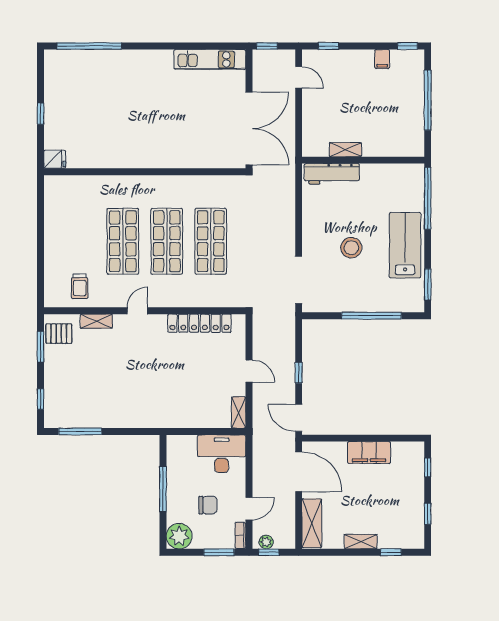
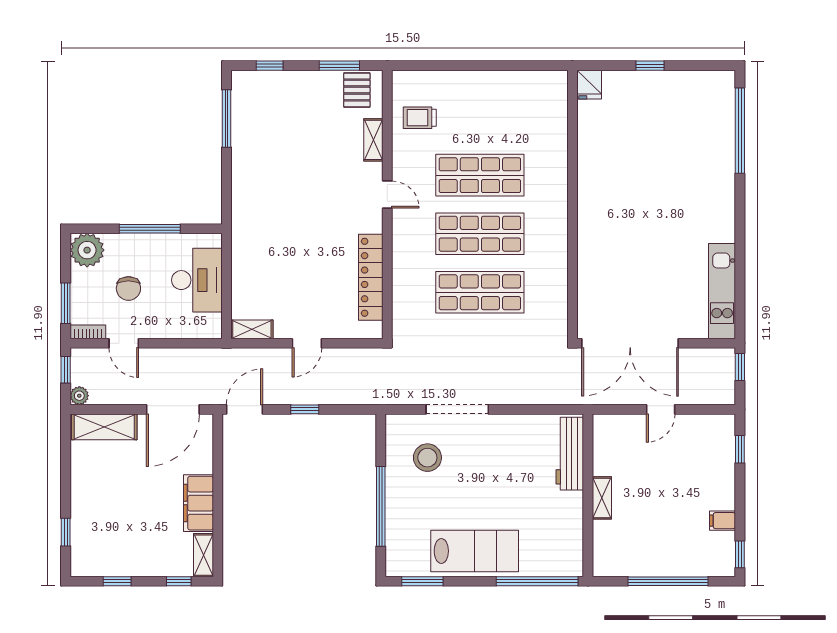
door: (299, 77) -> (661, 409), moved
shelving: (345, 150) -> (602, 498), moved
stool: (351, 248) -> (427, 458), moved
doorway: (299, 280) -> (457, 409), moved
desk: (222, 454) -> (197, 280), moved
plant: (266, 542) -> (79, 396), moved
shelving: (361, 542) -> (203, 555), moved

